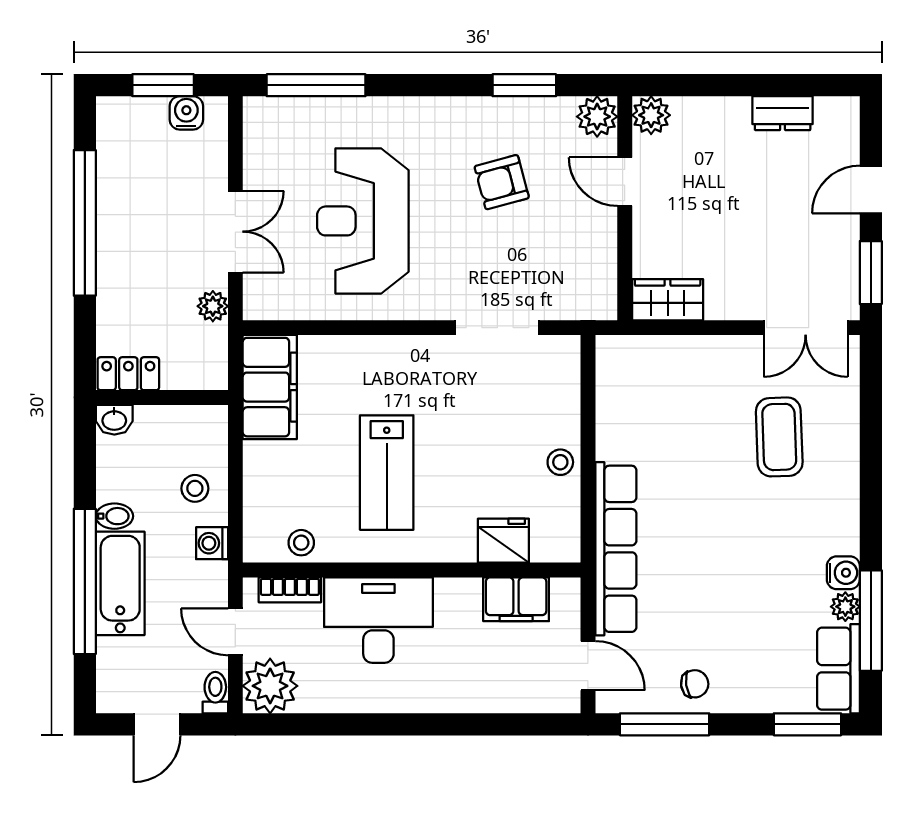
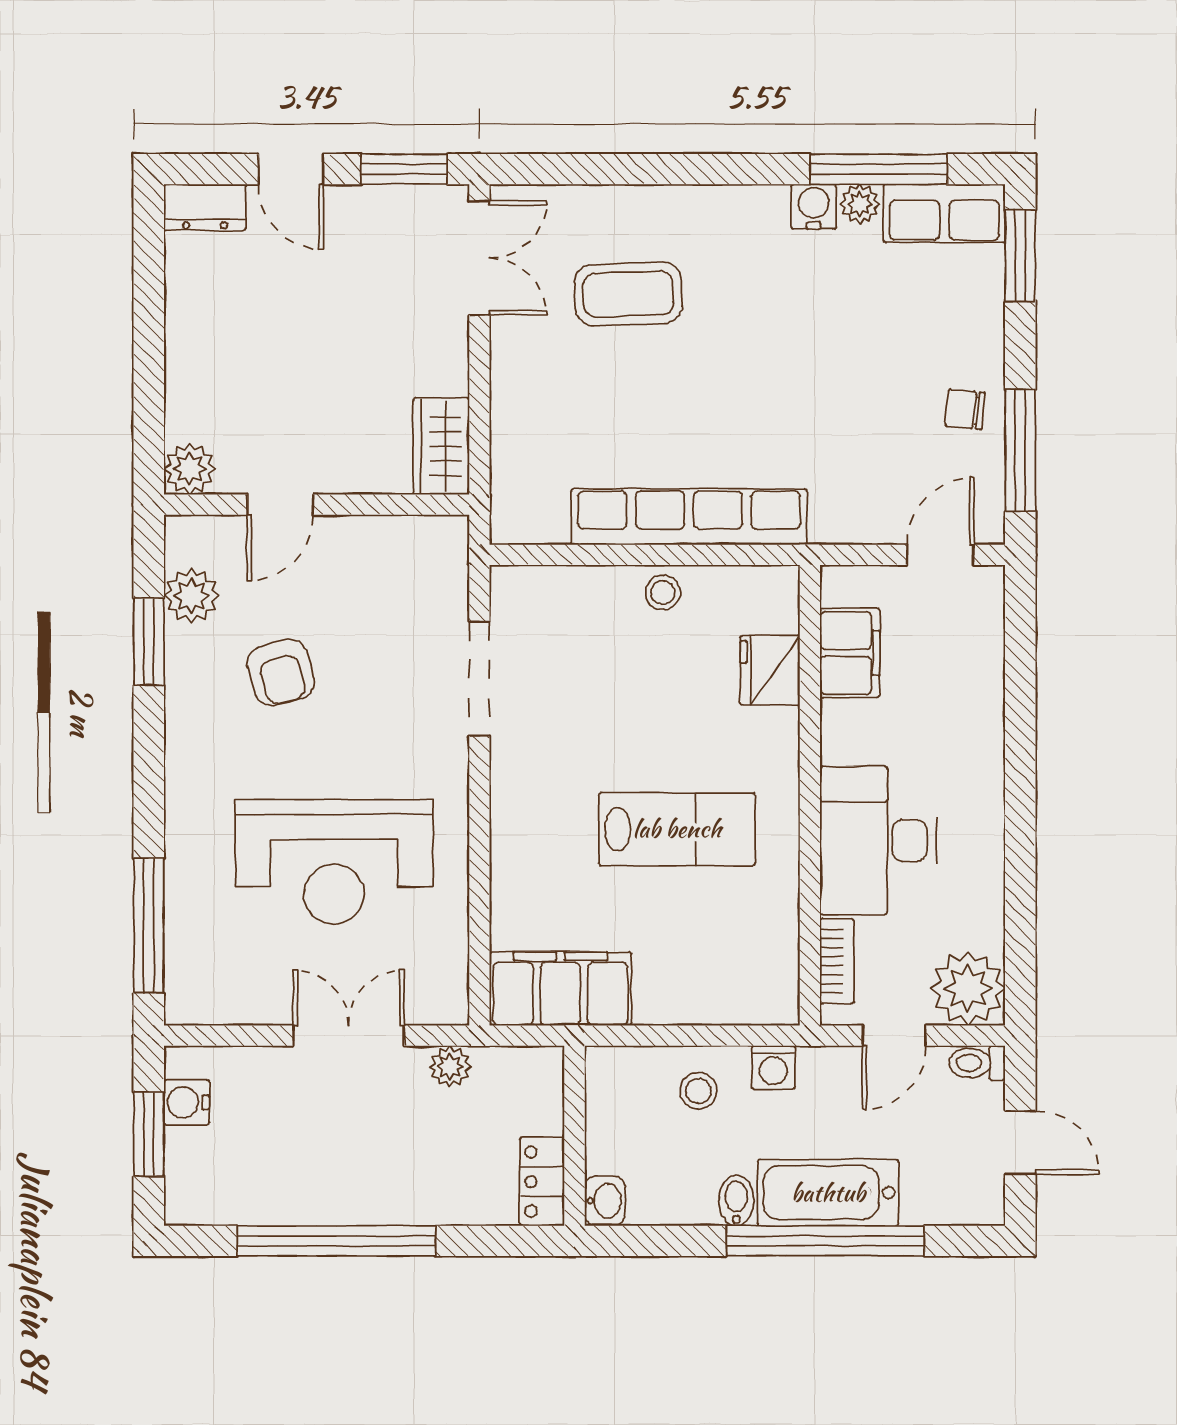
dresser: (783, 113) -> (205, 207), moved, turned 90
plant: (597, 117) -> (191, 596), moved
stool: (301, 543) -> (773, 946), removed
row of seats: (616, 549) -> (689, 517), moved
chair: (695, 684) -> (965, 409), turned -76

